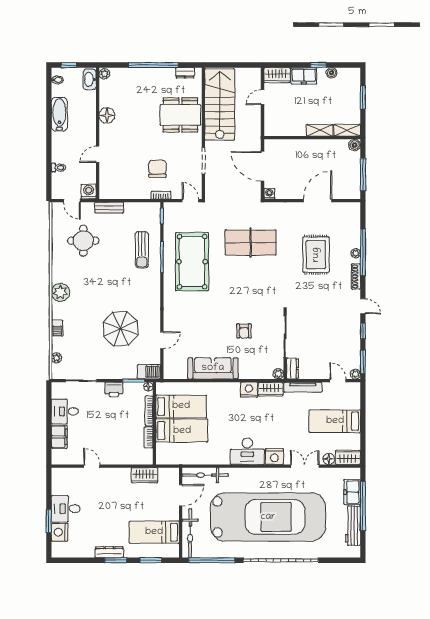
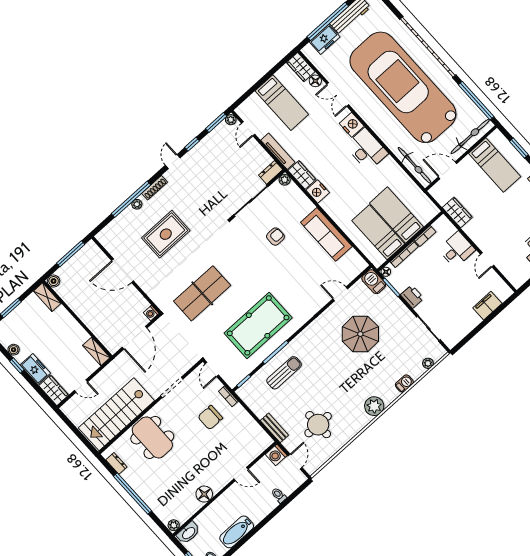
shelving: (320, 130) -> (96, 351), moved
table tennis table: (251, 243) -> (202, 293), turned 90
desk: (65, 411) -> (457, 250), moved, turned -90

